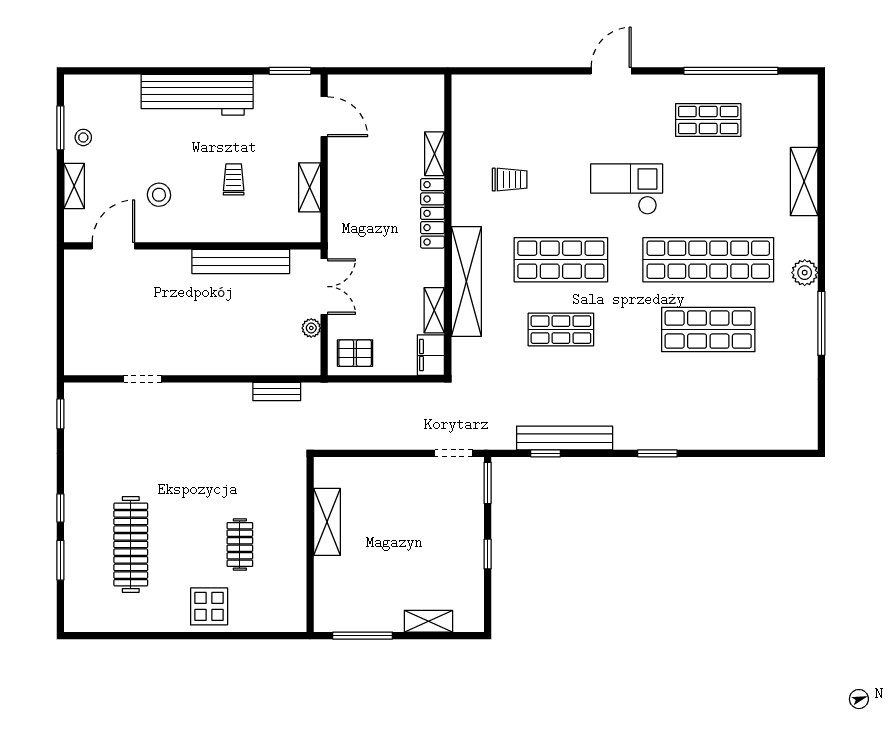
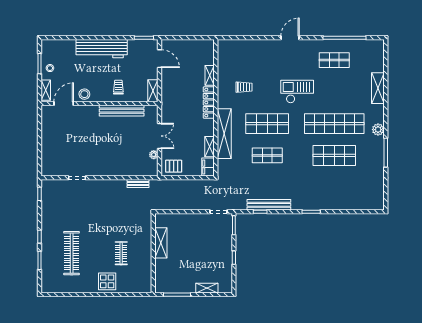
door: (113, 246) -> (64, 104), moved
wall: (192, 246) -> (100, 104), moved
bench: (241, 261) -> (122, 111), moved

